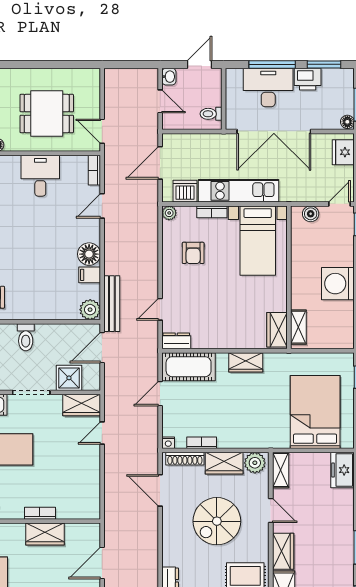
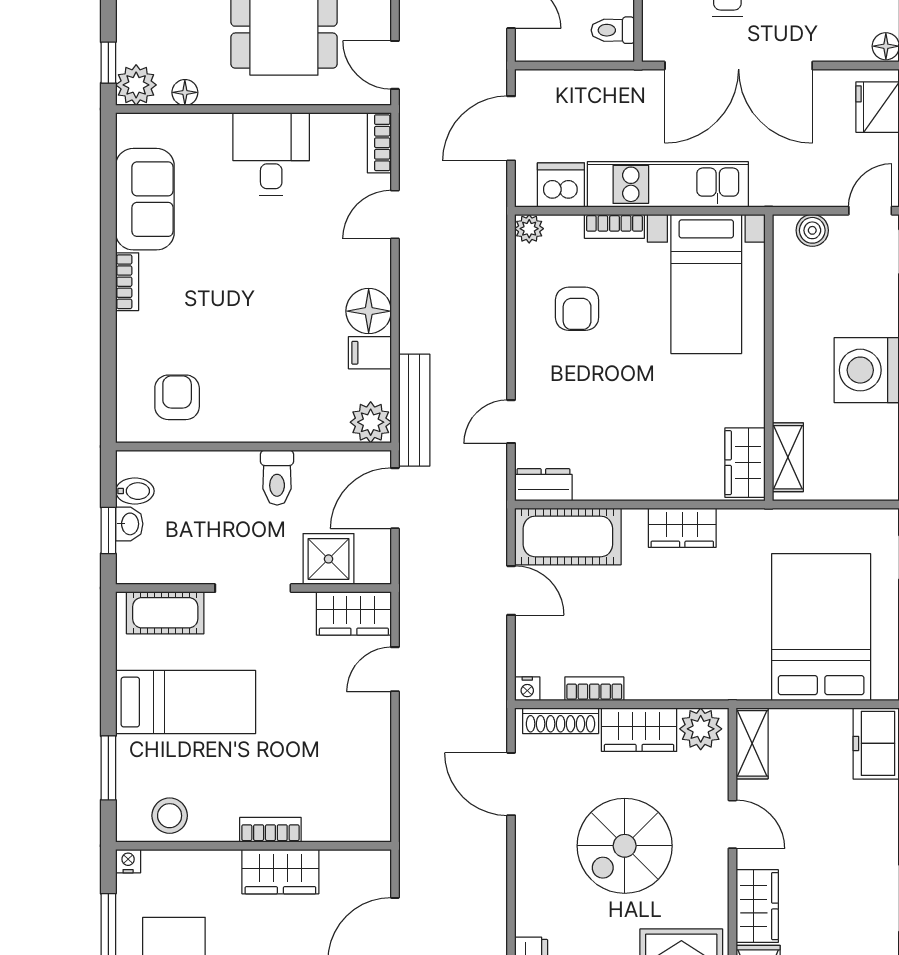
toilet: (26, 337) -> (277, 478), moved
door: (160, 394) -> (511, 590), swing flipped

